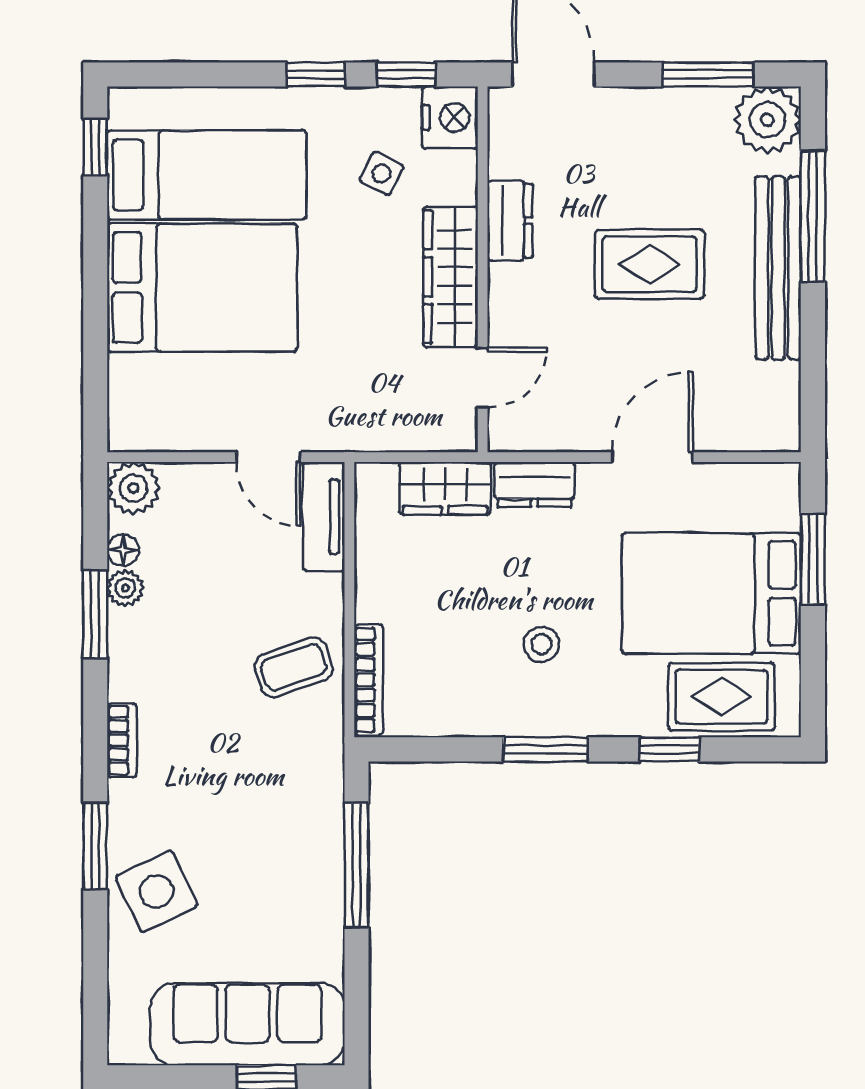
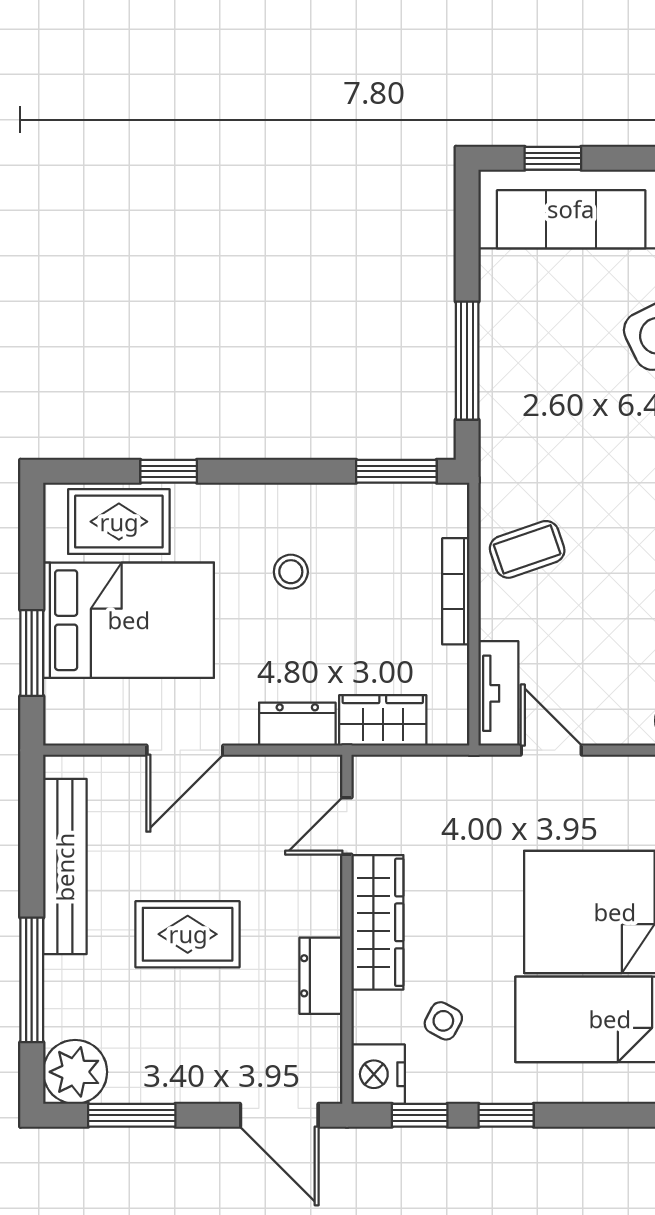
bench: (778, 268) -> (65, 867), moved
bookcase: (368, 680) -> (456, 591), moved
window: (546, 749) -> (396, 471), moved

